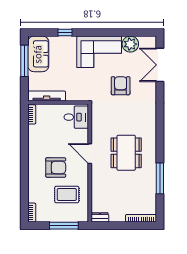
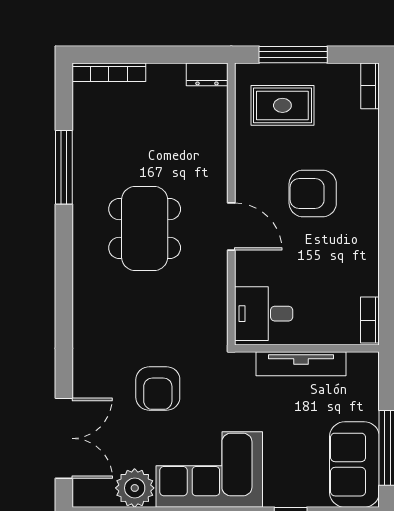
tv unit: (47, 96) -> (301, 364), moved
rug: (67, 194) -> (282, 105), moved

